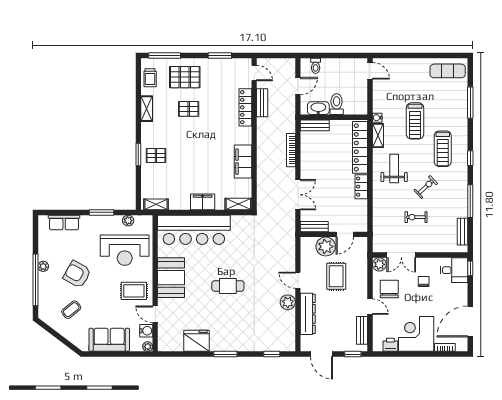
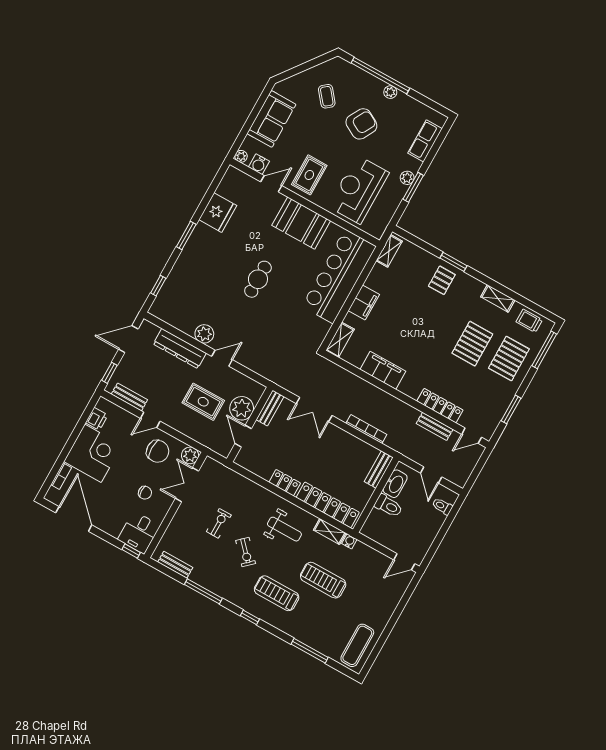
pallet: (189, 109) -> (472, 344), width x1.50, depth x1.42
plant: (128, 221) -> (407, 178), moved

